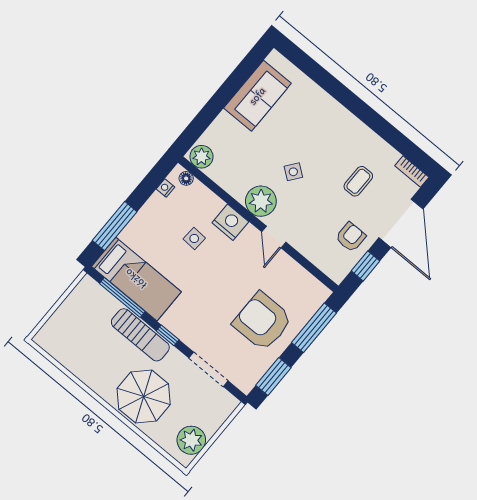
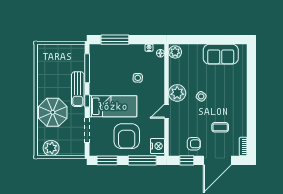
nightstand: (230, 222) -> (157, 146), moved
bed: (136, 279) -> (113, 106), moved, turned -90
armchair: (262, 321) -> (127, 136), turned 180

